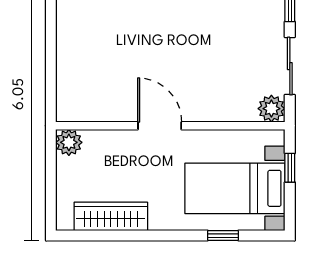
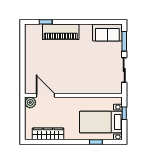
plant: (271, 109) -> (116, 88), removed
door: (160, 126) -> (46, 95), moved

